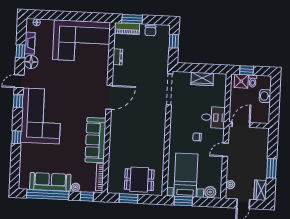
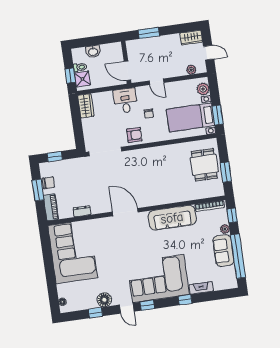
window: (132, 19) -> (38, 190), moved
fireplace: (30, 43) -> (201, 288), moved
wardrobe: (202, 79) -> (86, 106), moved
armchair: (180, 119) -> (134, 135), added
window: (272, 168) -> (149, 33), moved
sofa: (50, 182) -> (223, 251), width x0.73

